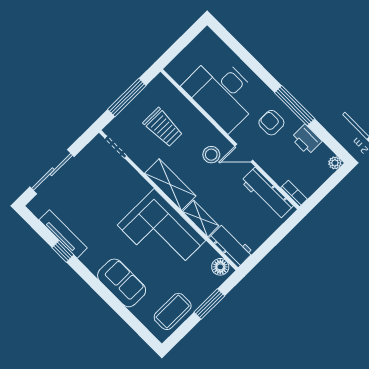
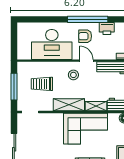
window: (295, 106) -> (88, 19), width x1.46
trolley: (163, 127) -> (42, 84), turned 180
door: (244, 153) -> (86, 61), swing flipped

